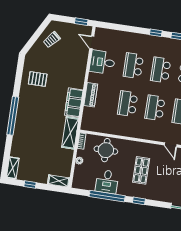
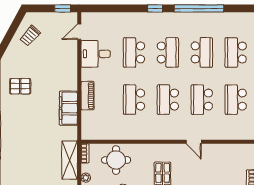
door: (92, 42) -> (79, 32), hinge flipped
school desk: (161, 70) -> (168, 52), turned 180
shelving: (70, 133) -> (70, 160), moved

